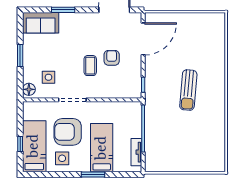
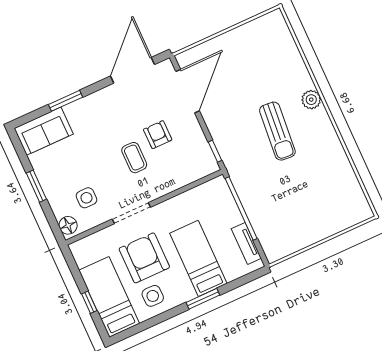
plant: (219, 80) -> (311, 100), added
armchair: (68, 132) -> (144, 258), turned 90

